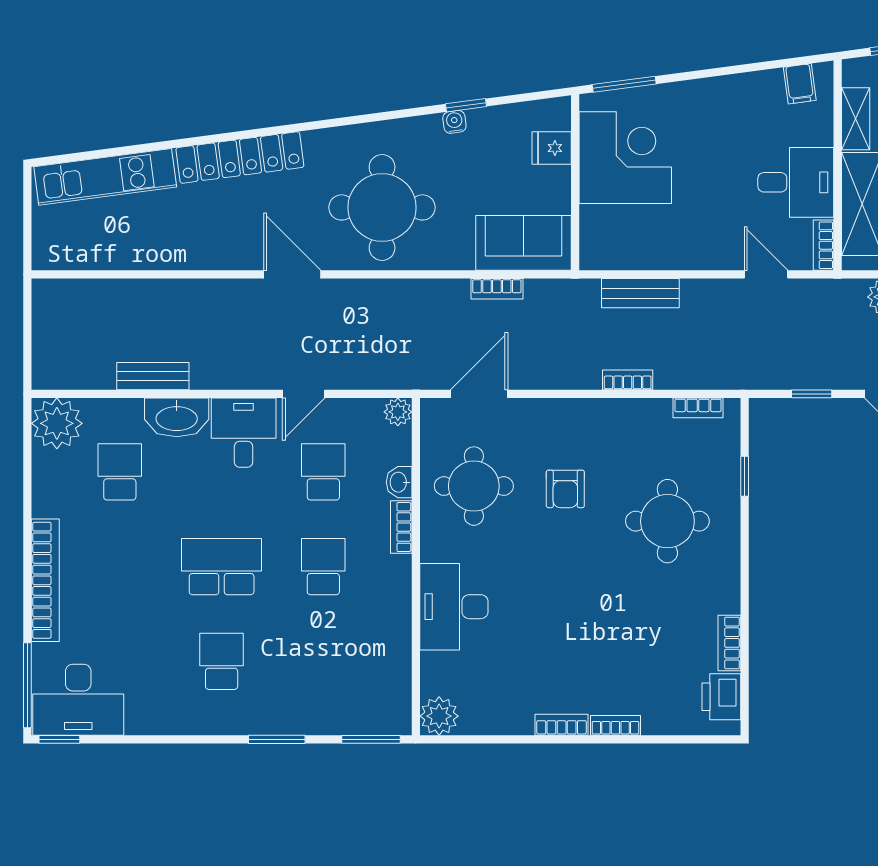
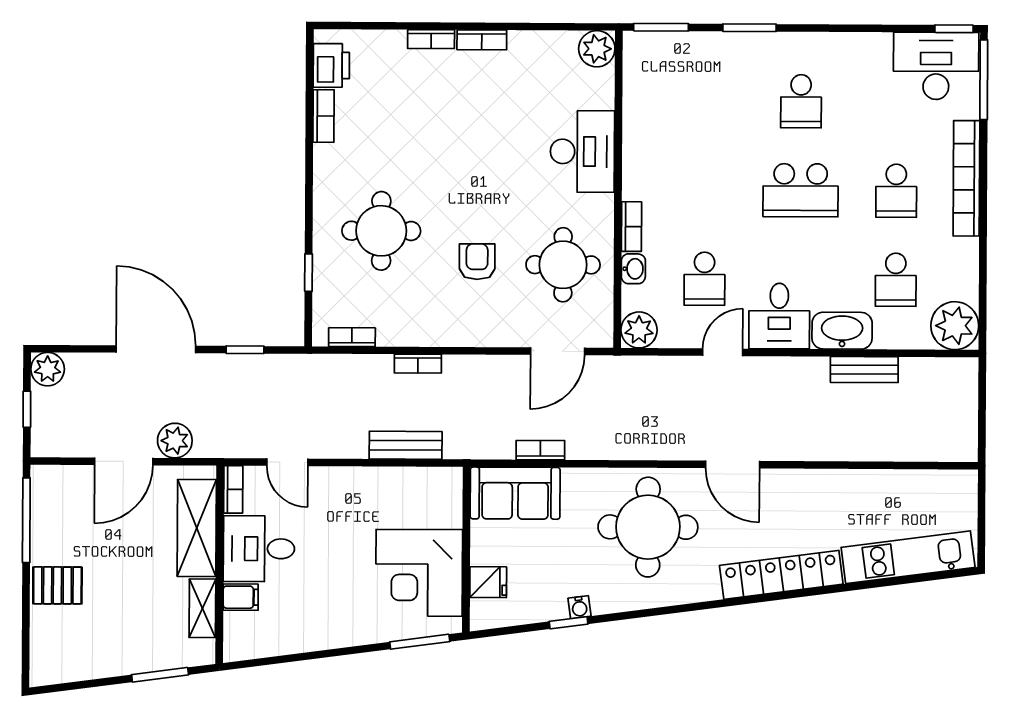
filing cabinet: (800, 84) -> (241, 597), moved, turned 98
plant: (398, 412) -> (639, 330), width x1.38, depth x1.38
school desk: (323, 567) -> (896, 191), moved

